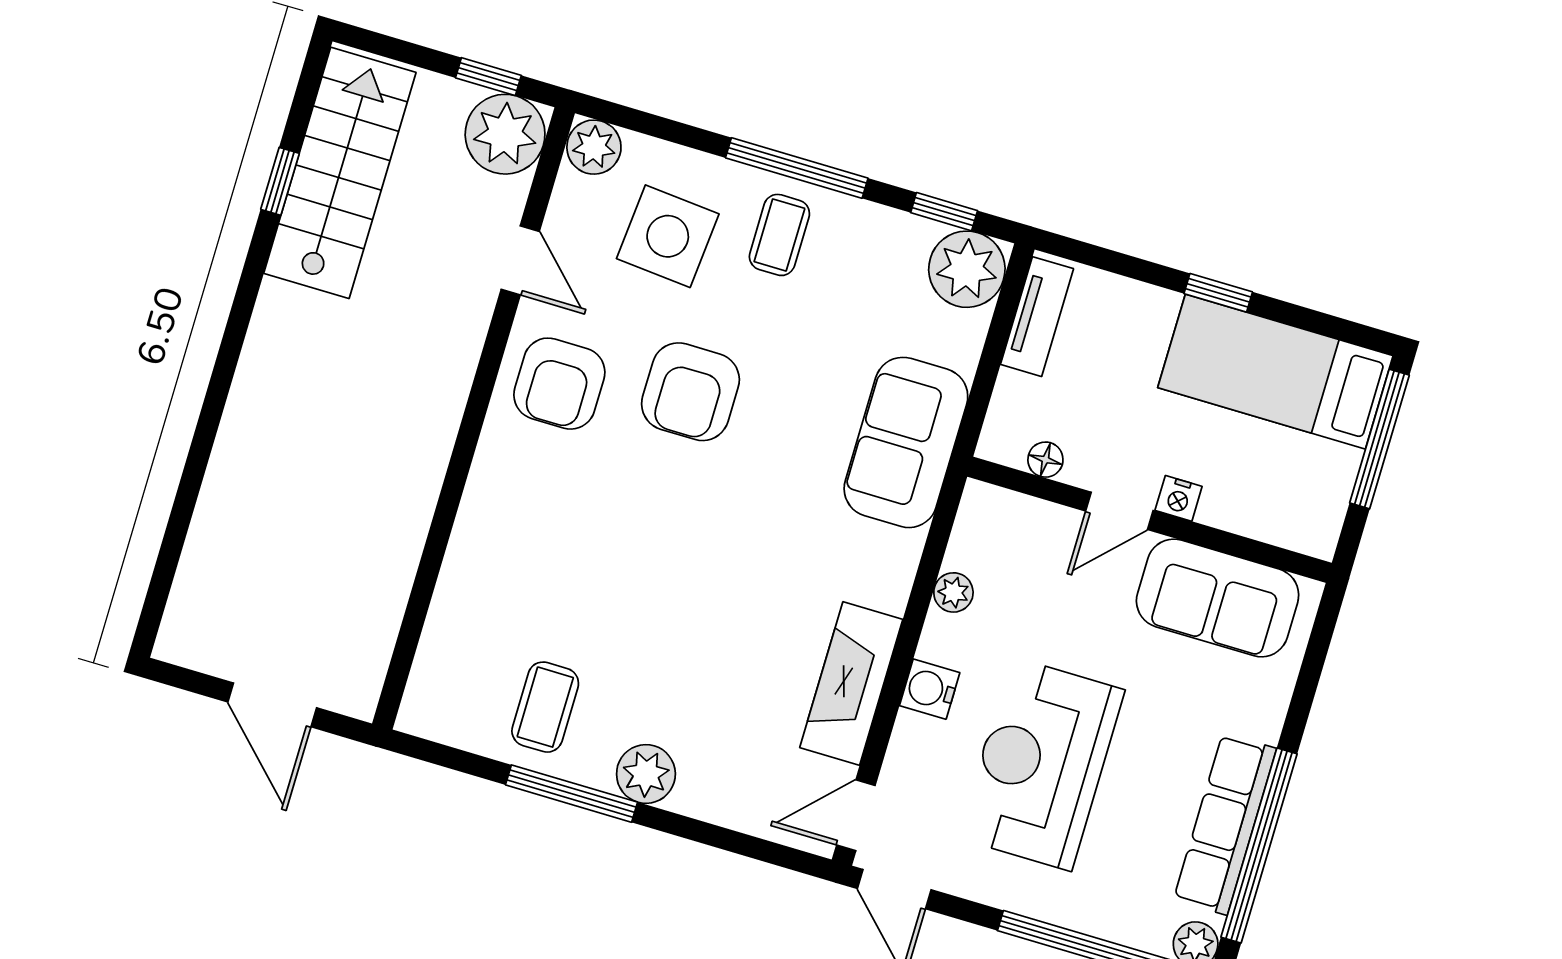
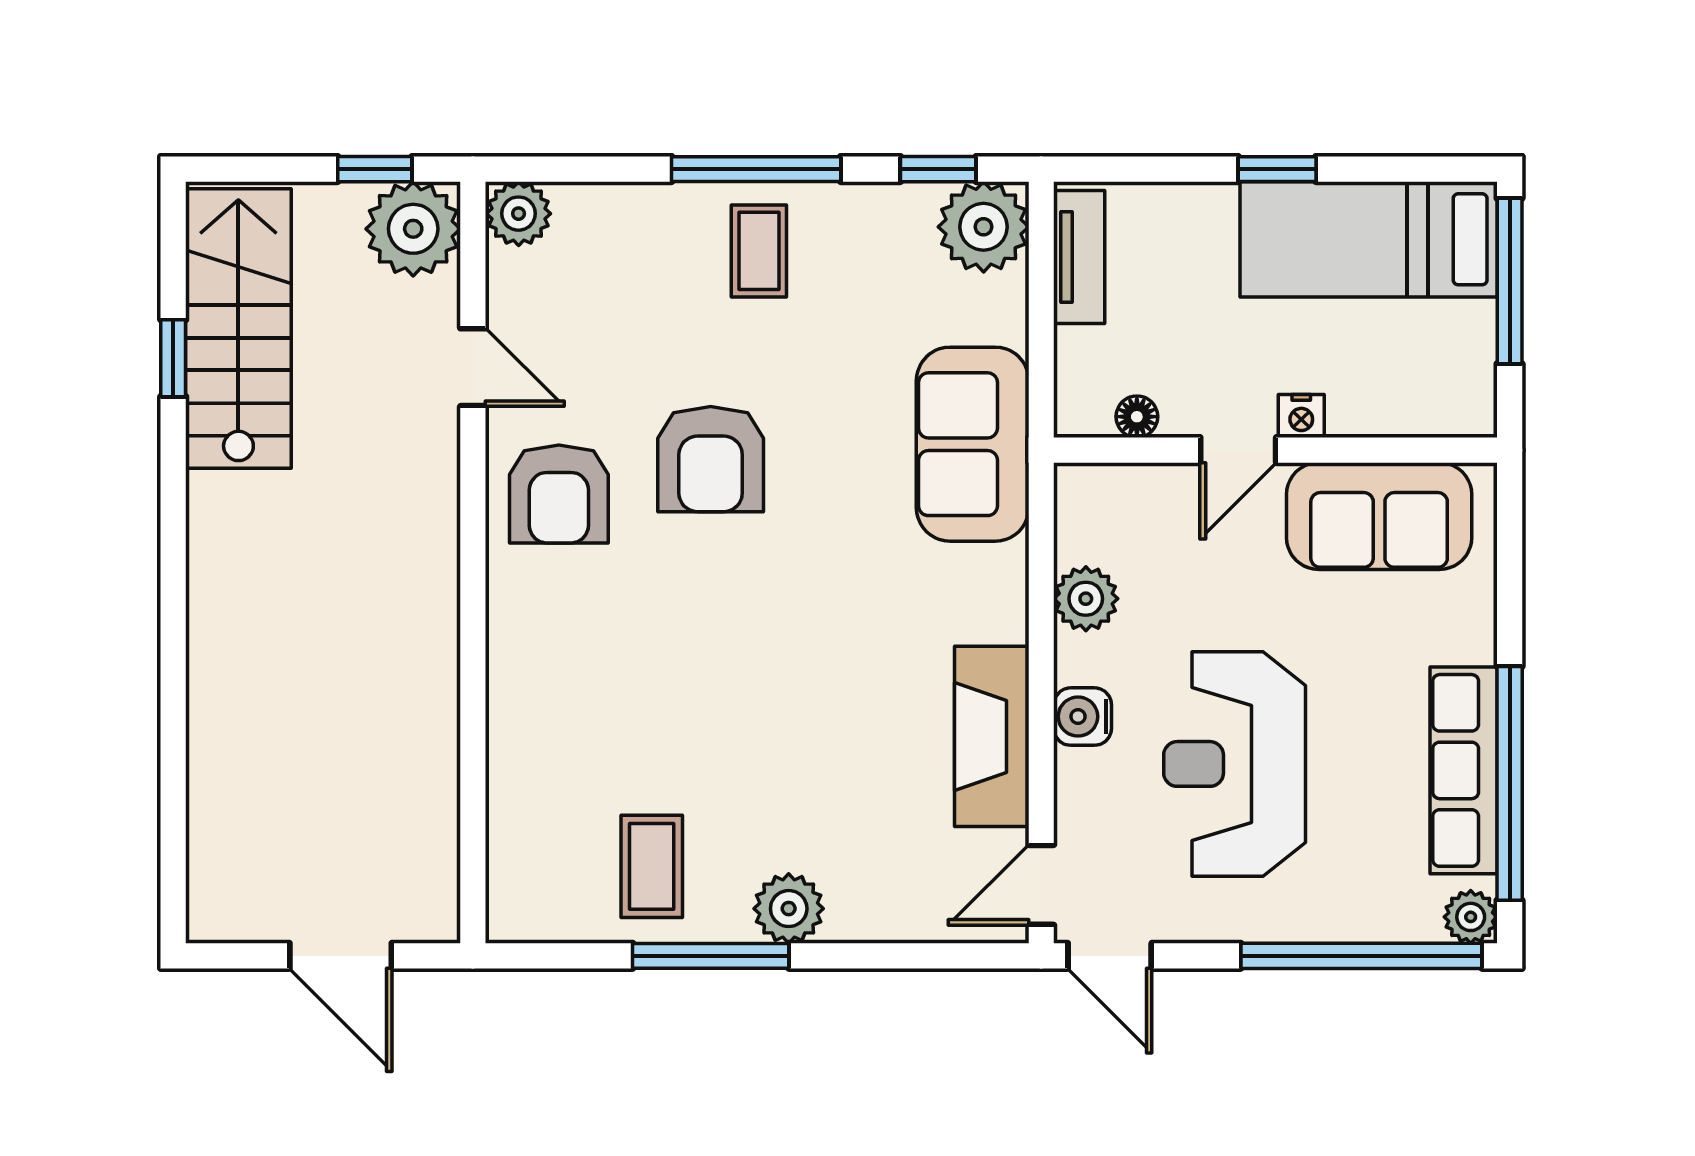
side table: (668, 236) -> (632, 290), removed
plant: (953, 592) -> (1086, 599), width x1.38, depth x1.38

